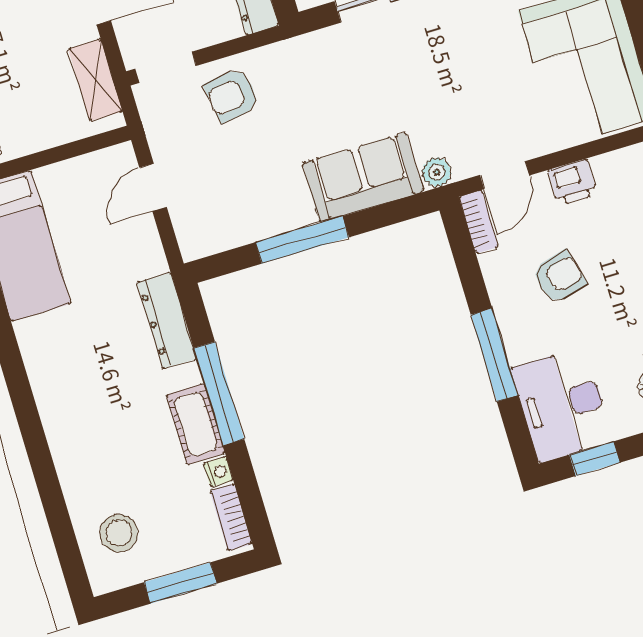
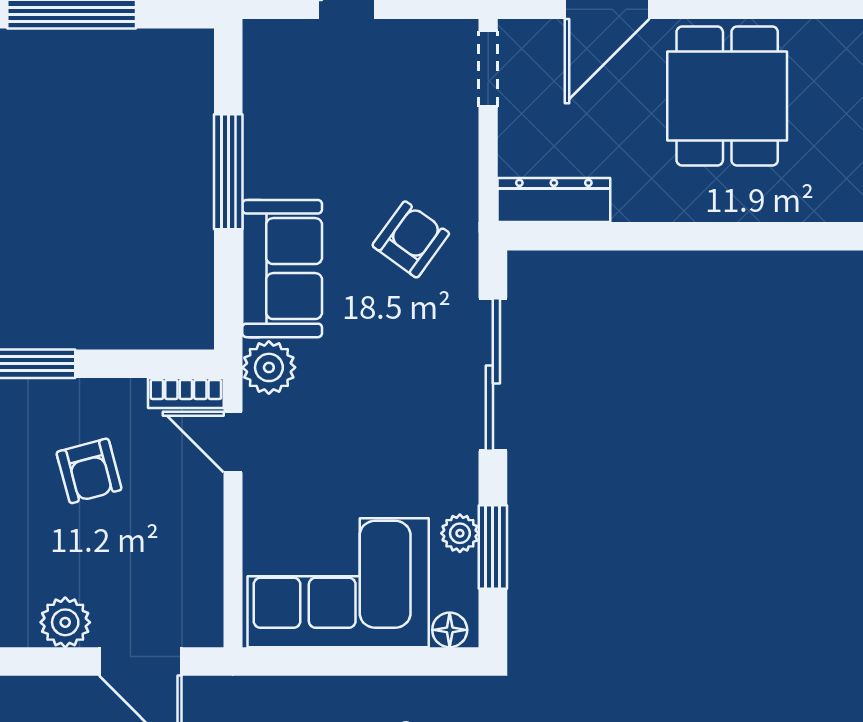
armchair: (232, 95) -> (411, 239), moved, turned 45
plant: (437, 172) -> (269, 367), width x1.38, depth x1.38
printer: (573, 182) -> (200, 522), removed

